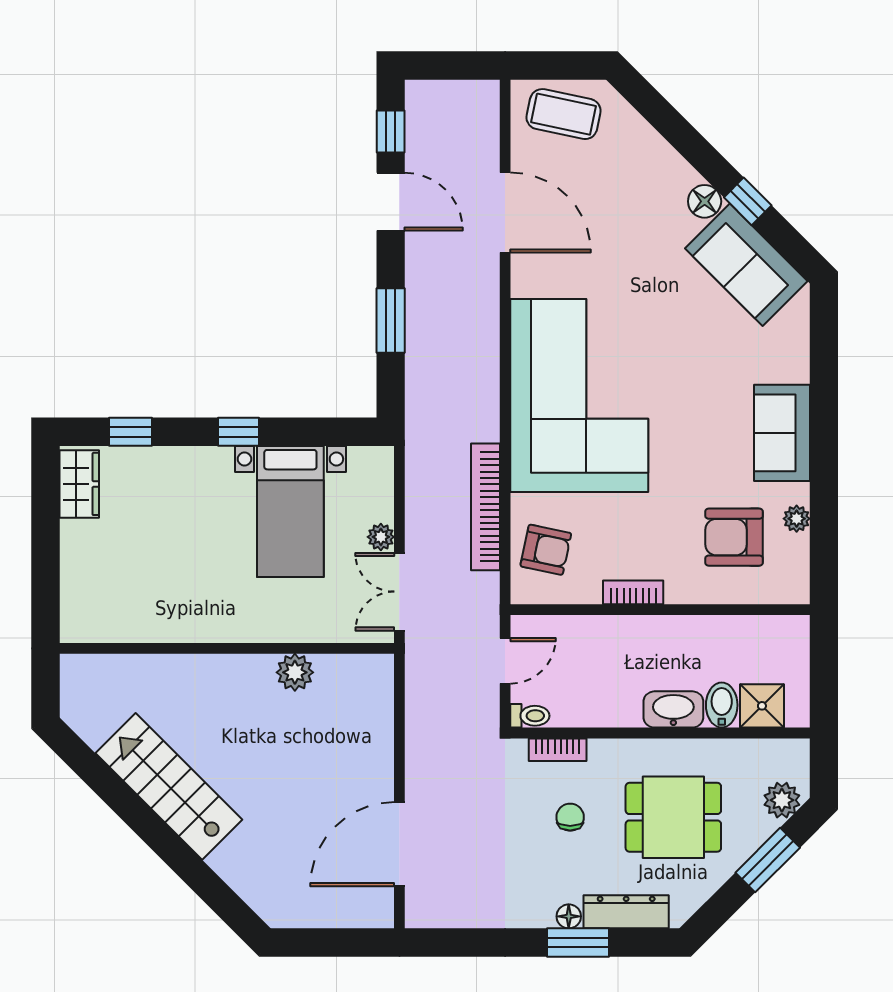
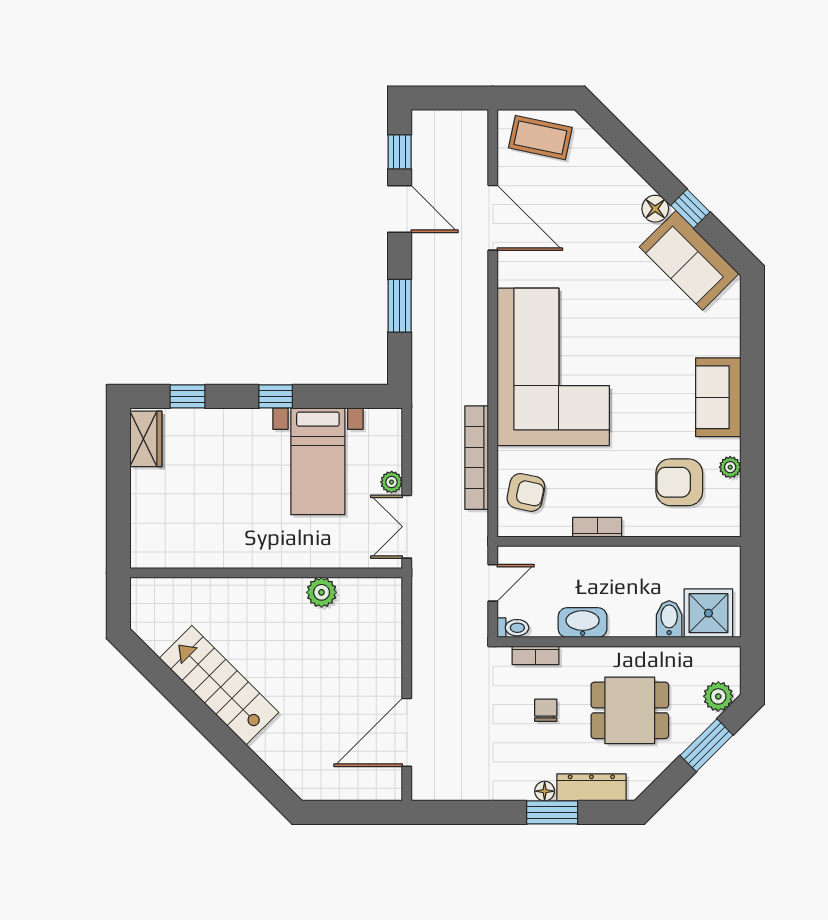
shower: (762, 706) -> (708, 613), width x1.36, depth x1.36
washbasin: (673, 709) -> (583, 623), moved

